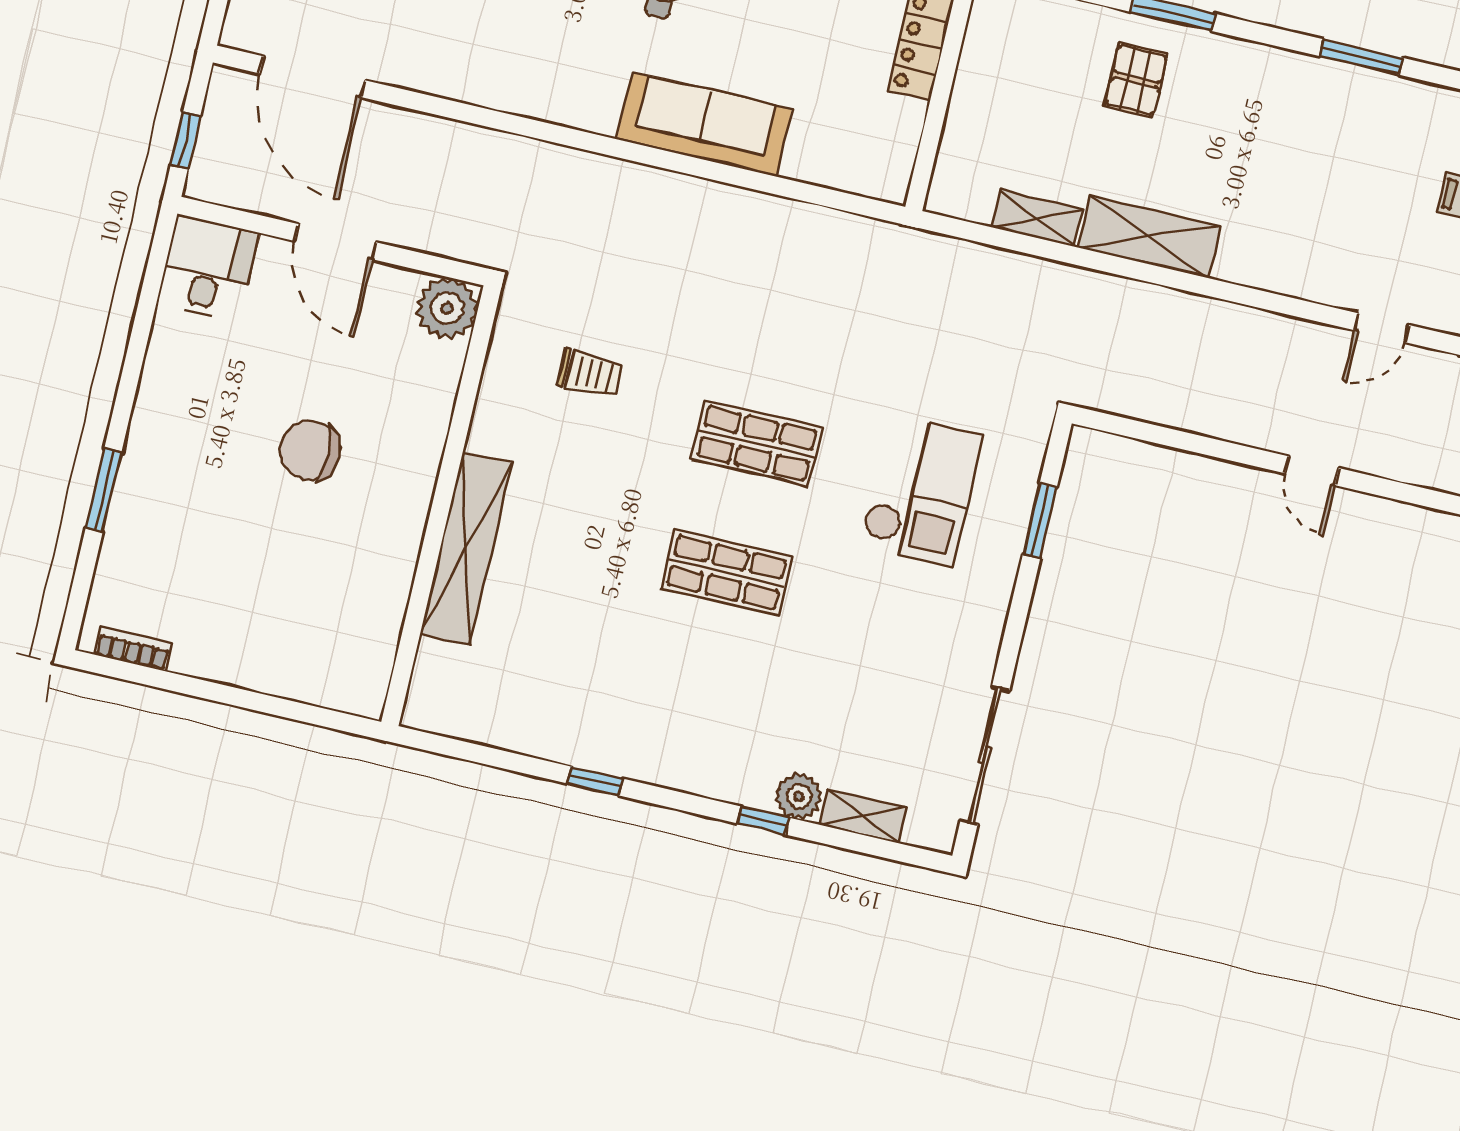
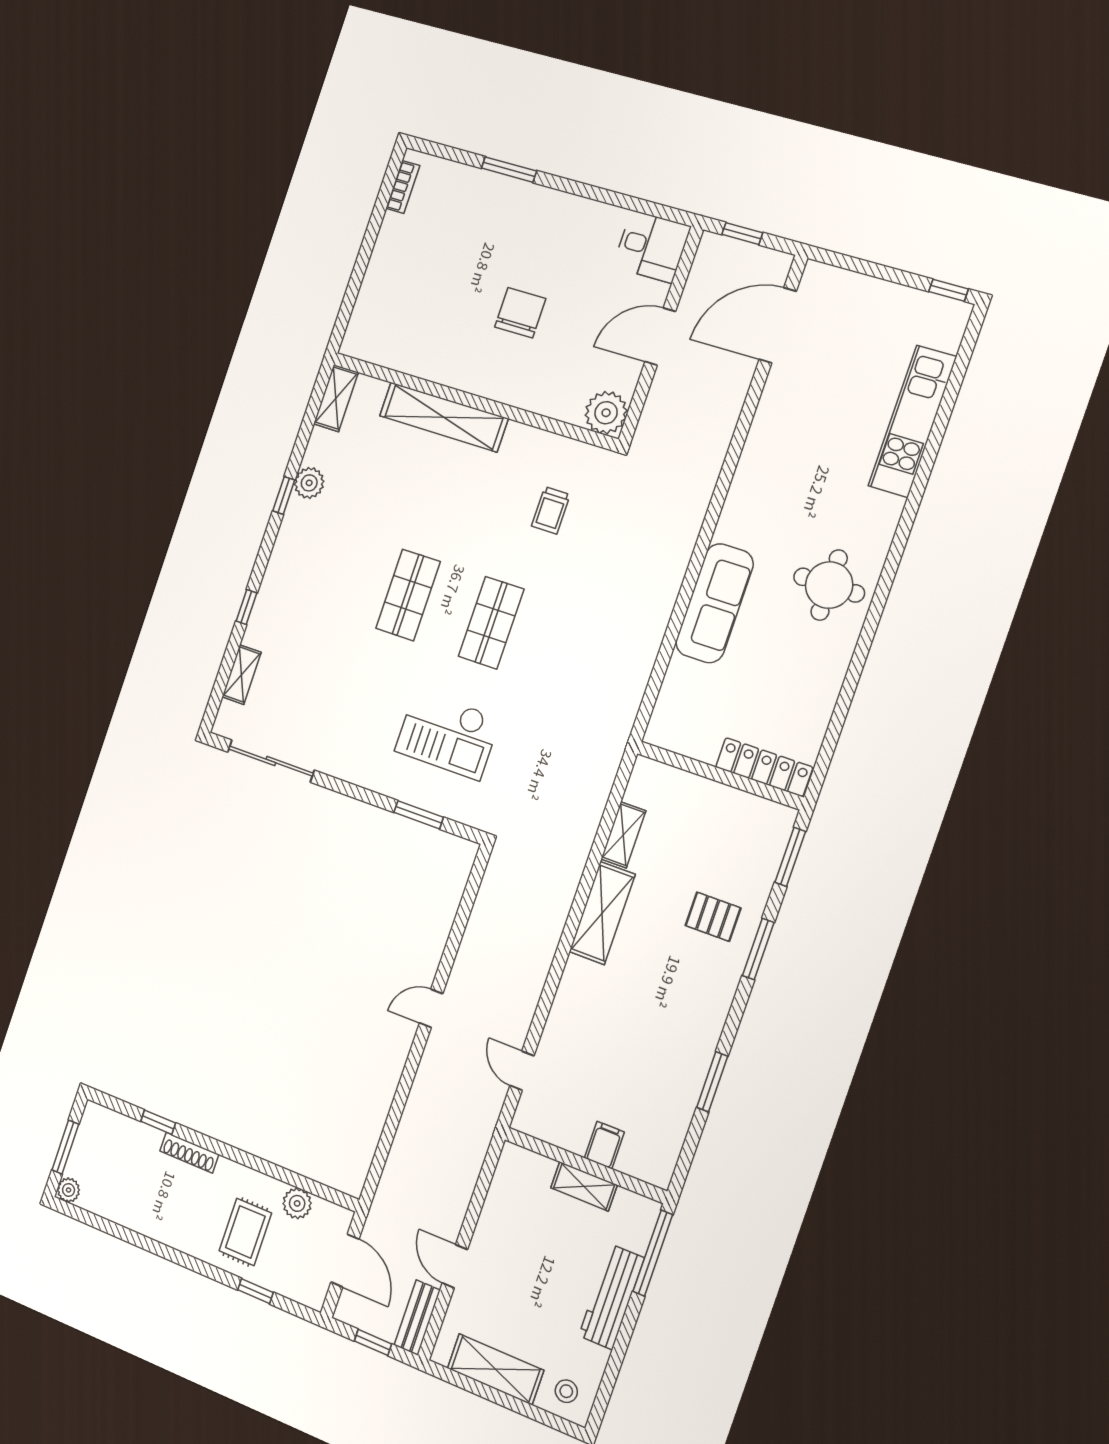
shelving: (447, 716) -> (336, 398), added
plant: (799, 796) -> (309, 483), moved

